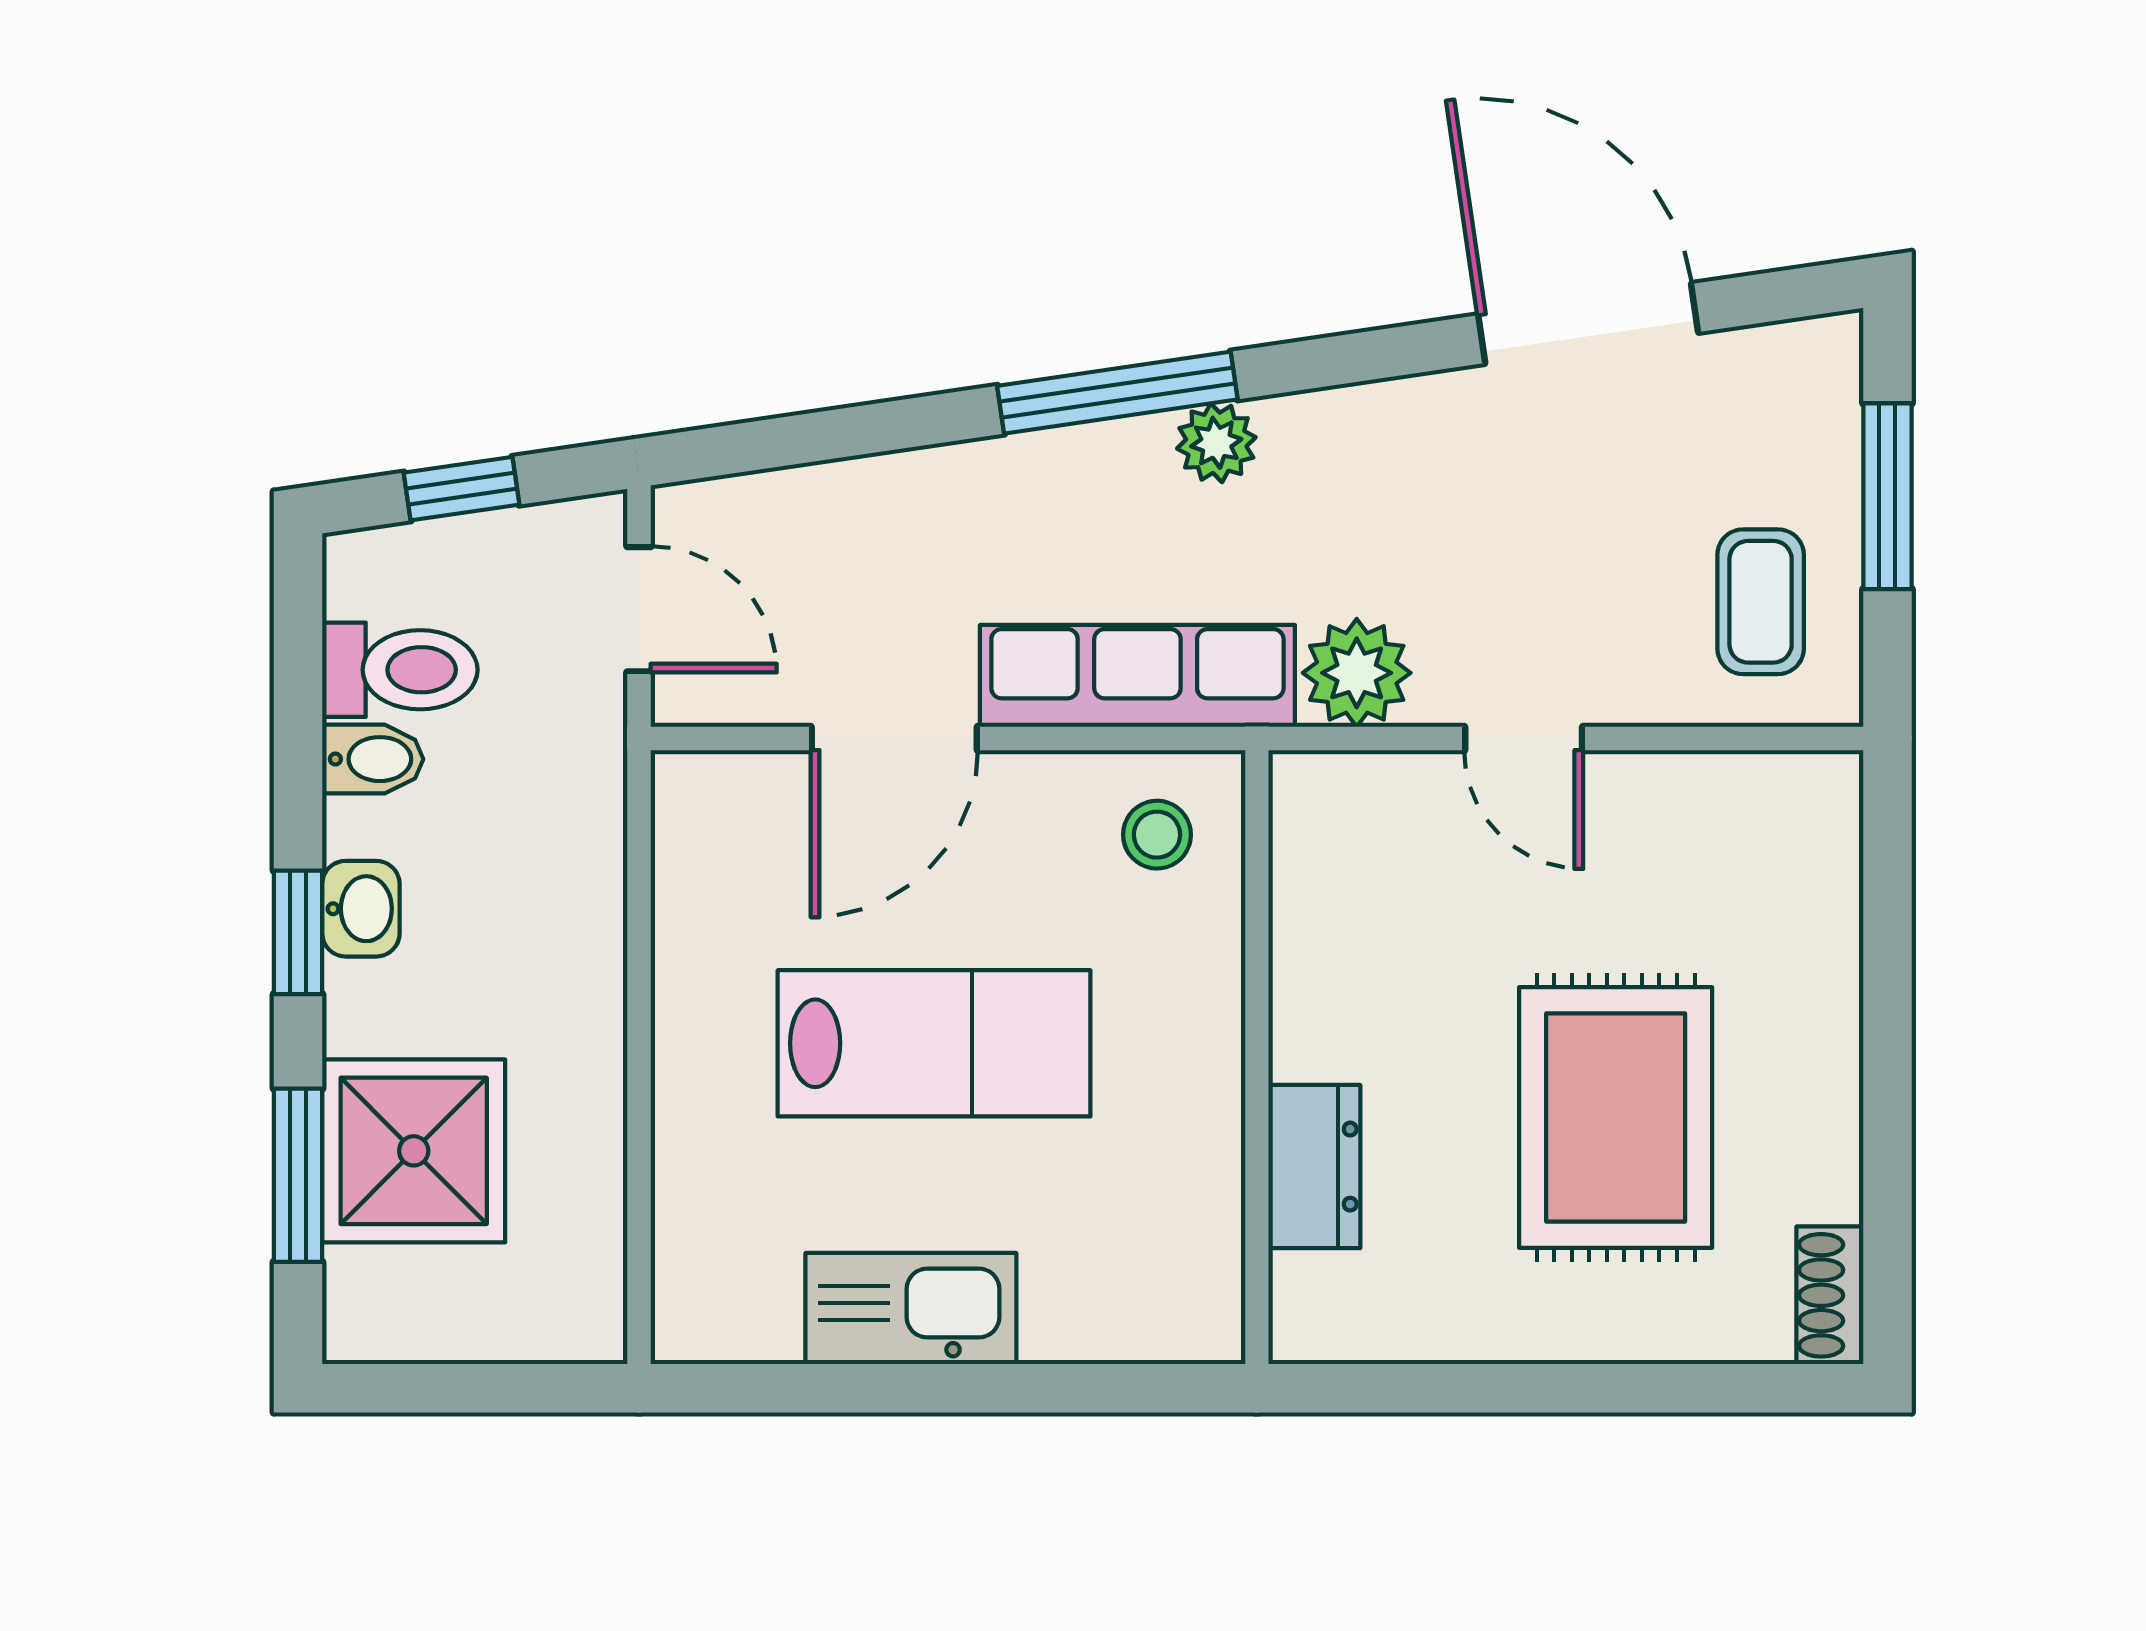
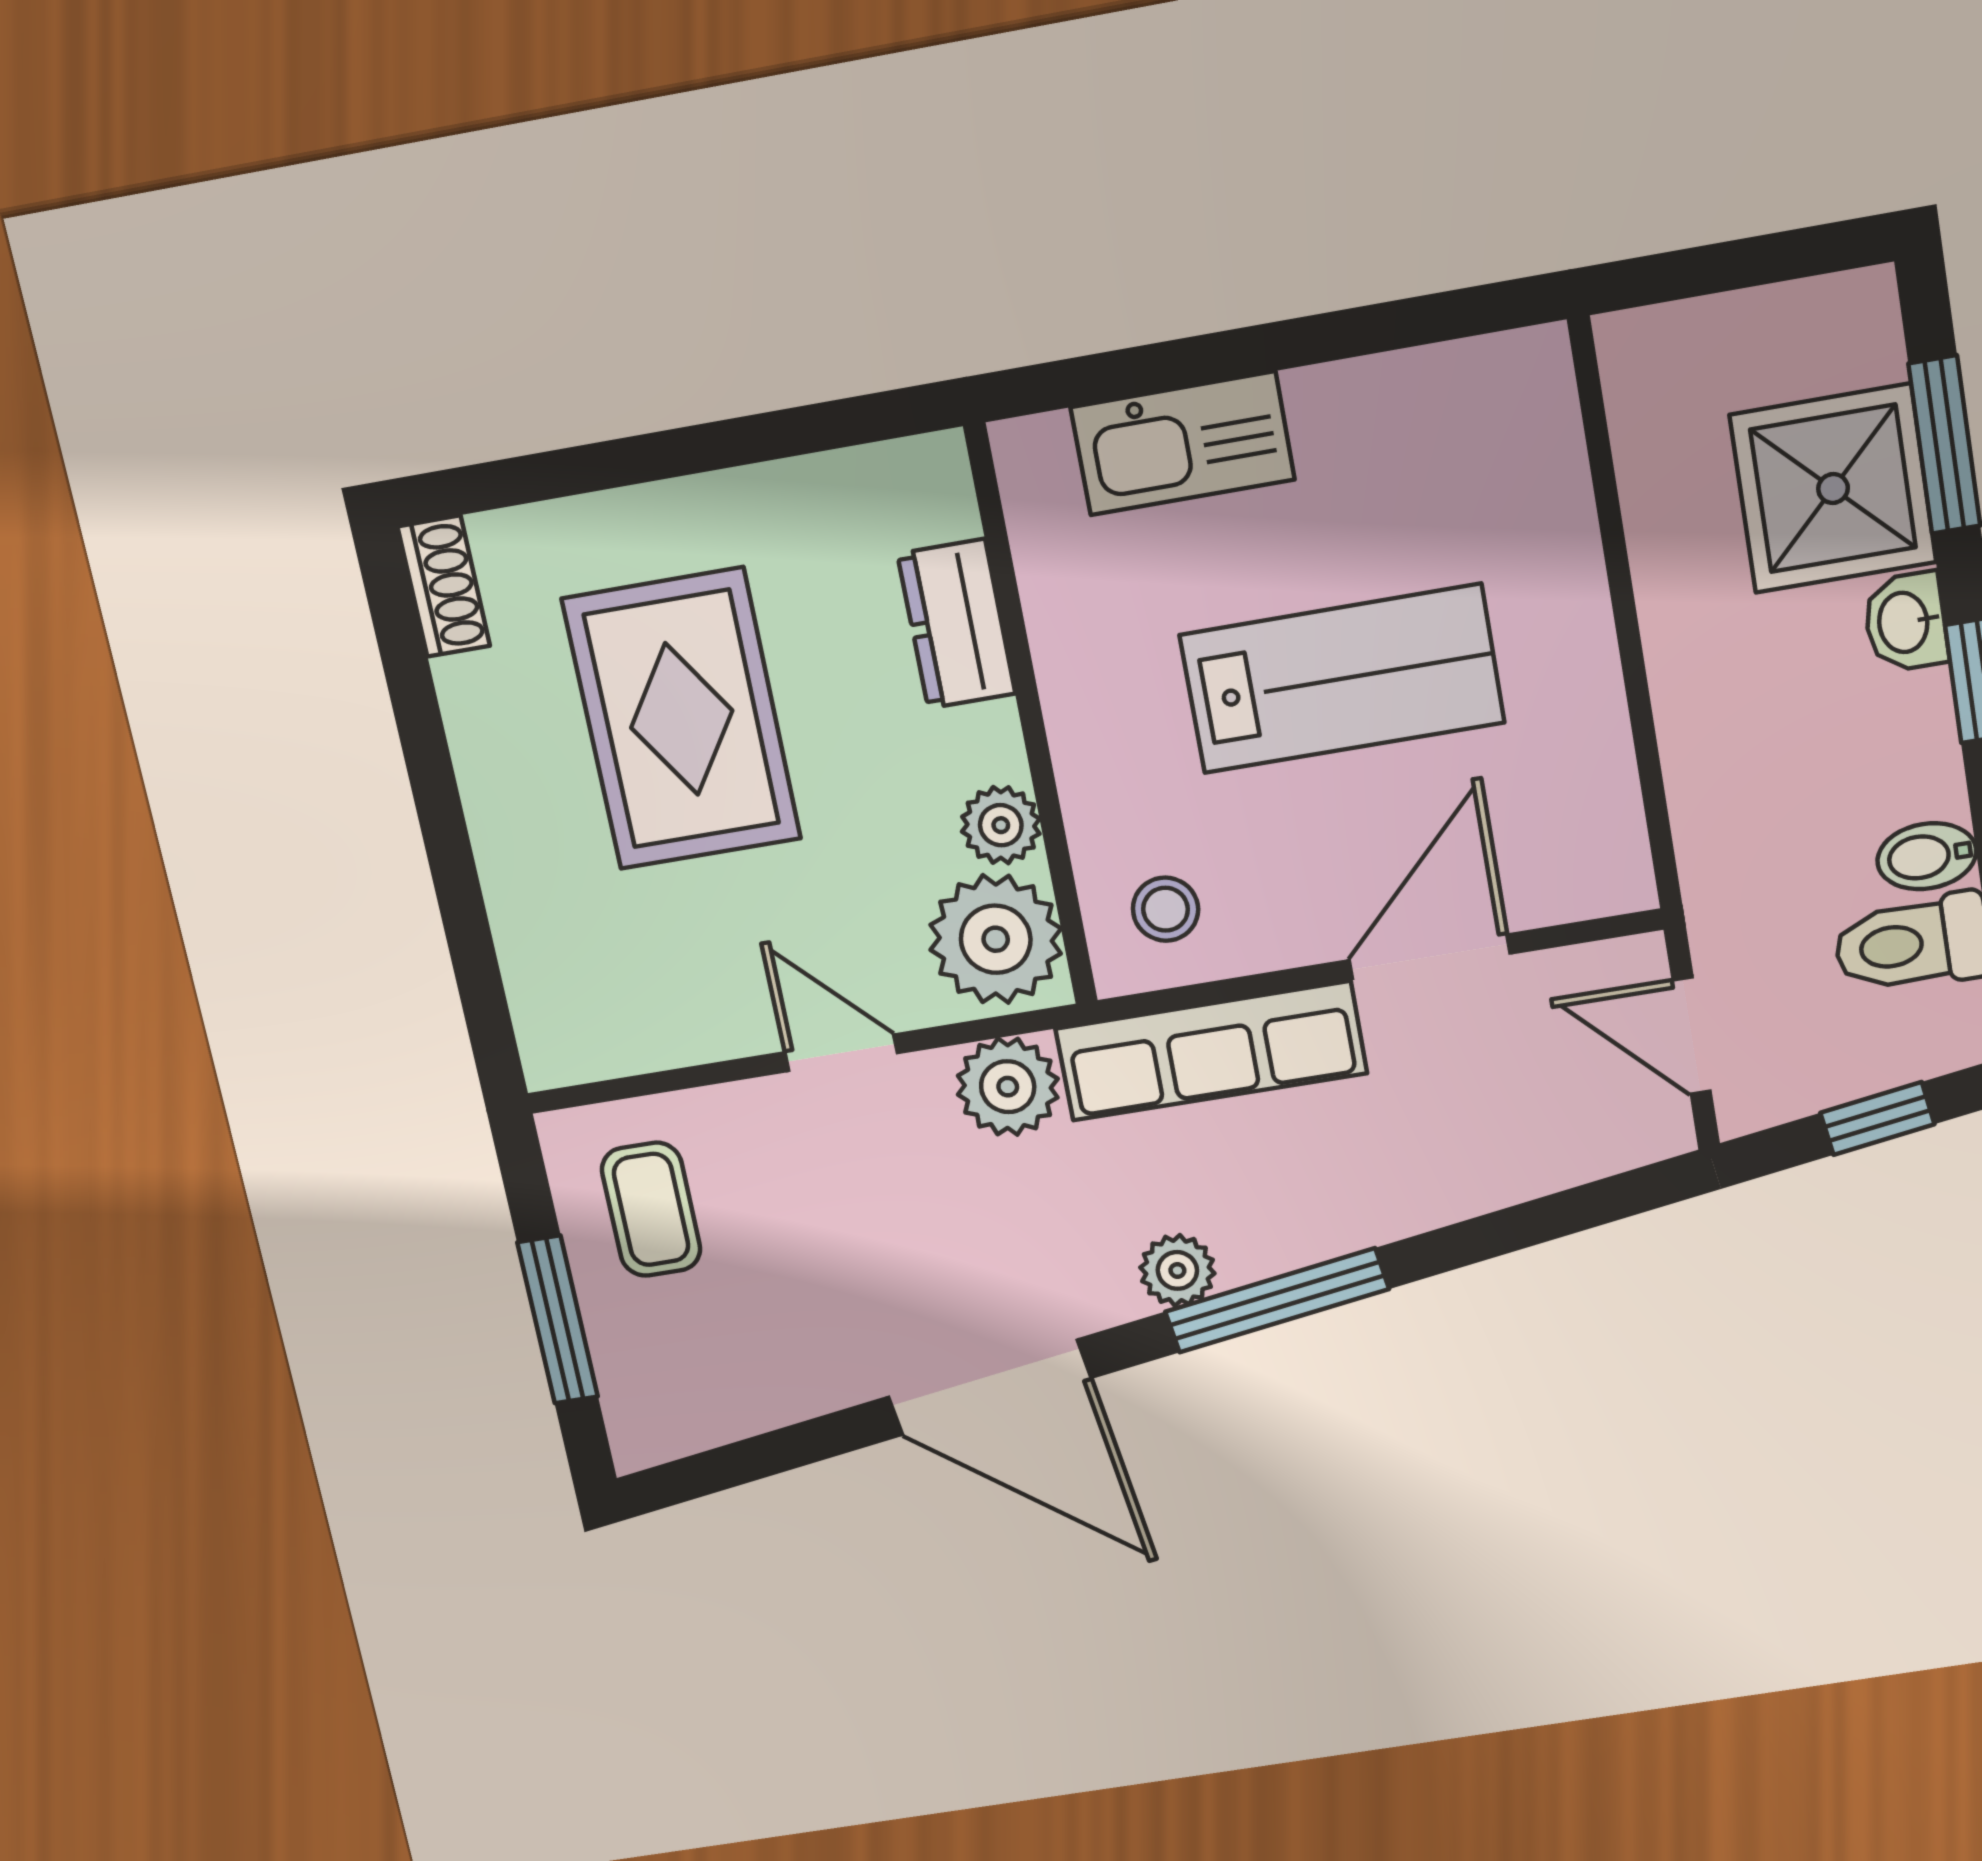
door: (1588, 324) -> (989, 1387), moved
plant: (1338, 832) -> (996, 939), added
washbasin: (361, 909) -> (1905, 622), moved
plant: (1310, 951) -> (1001, 825), added
lab bench: (934, 1043) -> (1342, 679), turned 180
kitchen sink: (911, 1309) -> (1183, 443), moved

